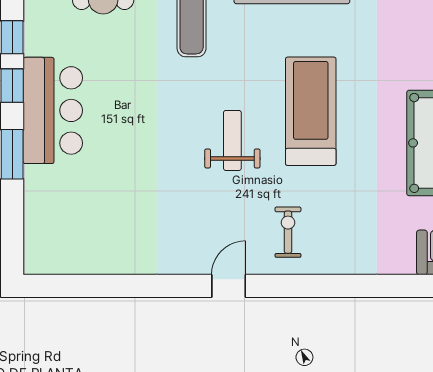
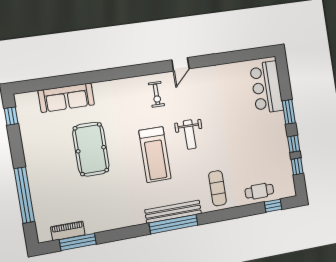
bar counter: (53, 110) -> (267, 87), moved

